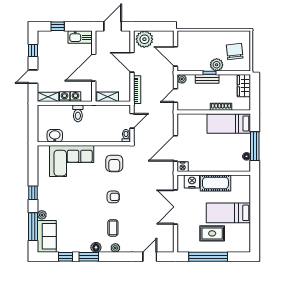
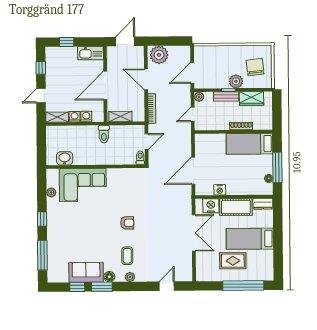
door: (176, 56) -> (192, 73), hinge flipped
wardrobe: (244, 86) -> (252, 98), moved, turned -90
toilet: (78, 113) -> (104, 134), moved
armchair: (114, 163) -> (128, 187), removed
nightstand: (183, 167) -> (220, 190), moved
dresser: (241, 180) -> (263, 204), added
double door: (176, 207) -> (194, 233), swing flipped
plant: (42, 215) -> (51, 192), moved
sofa: (47, 236) -> (86, 272), moved, turned -90
window: (208, 257) -> (243, 285), moved

